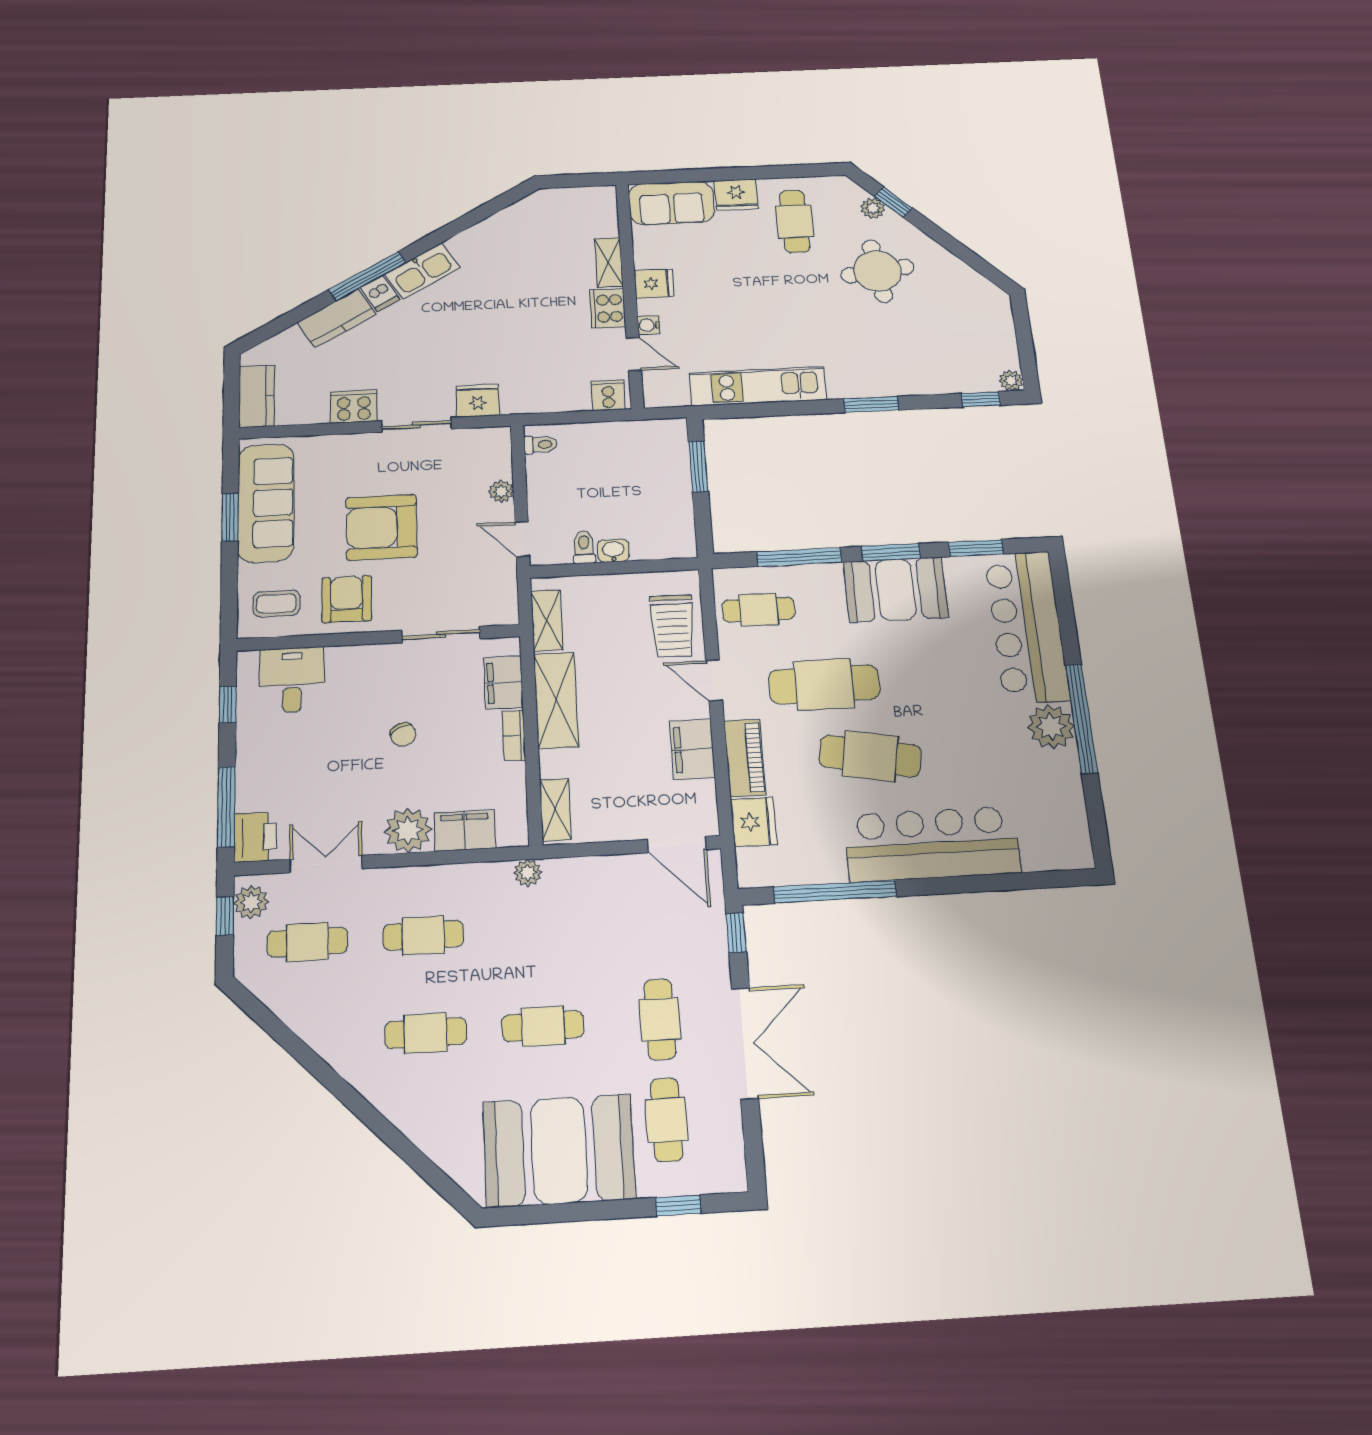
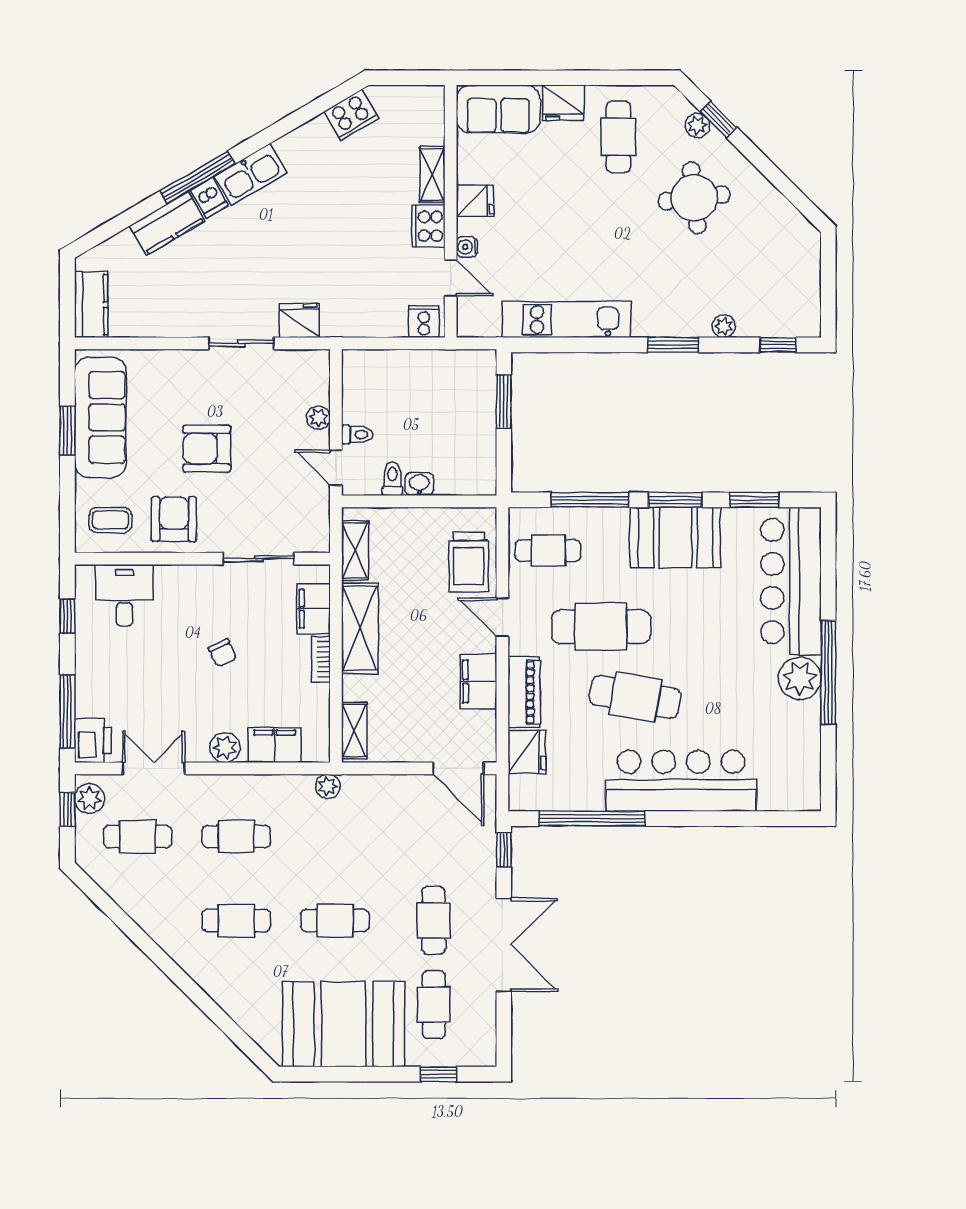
plant: (1011, 381) -> (724, 326), moved
cooker: (354, 407) -> (351, 115), moved, turned 150
toilet: (540, 445) -> (357, 435), moved
armchair: (381, 527) -> (207, 449), width x0.73, depth x0.73
plant: (408, 830) -> (225, 747), width x0.73, depth x0.73

